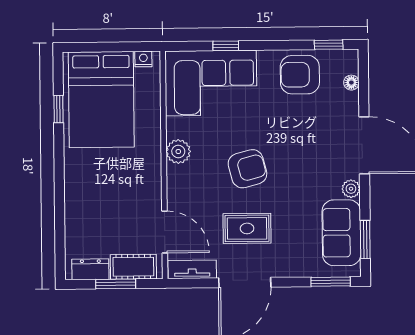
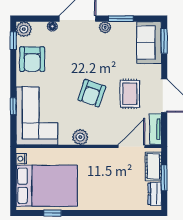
plant: (347, 61) -> (24, 29), added
floor lamp: (351, 83) -> (52, 26), moved
armchair: (247, 169) -> (92, 93), turned -146
sofa: (341, 233) -> (149, 43), moved, turned 90
window: (365, 239) -> (121, 19), moved

